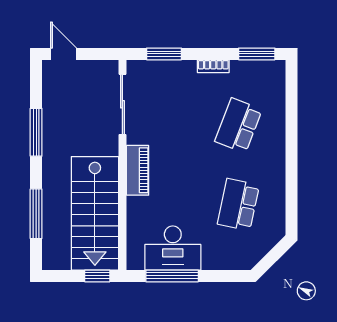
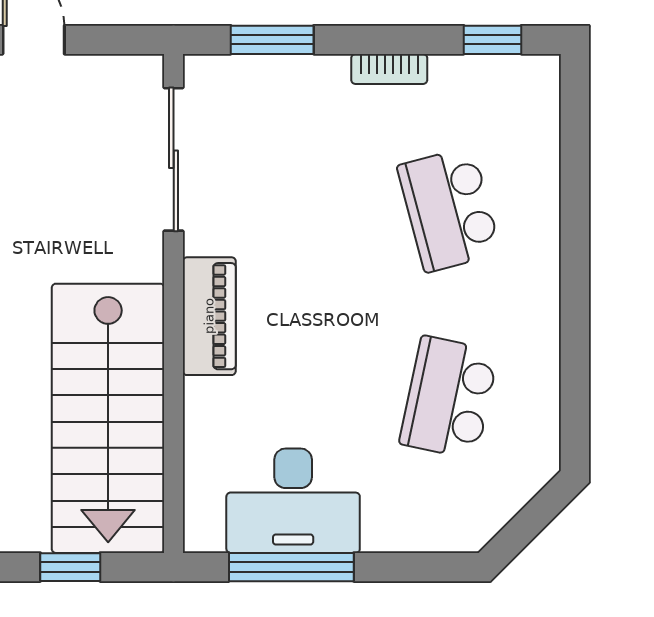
window: (257, 54) -> (493, 40), width x0.67
school desk: (238, 125) -> (449, 209), turned -36
window: (97, 276) -> (70, 567), moved

